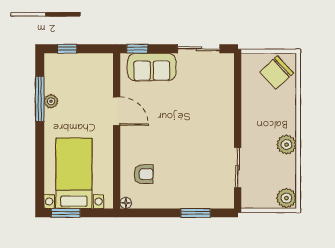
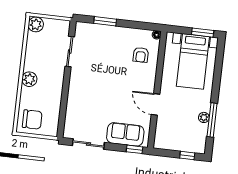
chair: (277, 72) -> (32, 119), turned 43
plant: (287, 145) -> (29, 79), moved
armchair: (144, 174) -> (141, 55), turned -90

